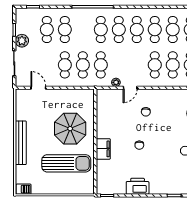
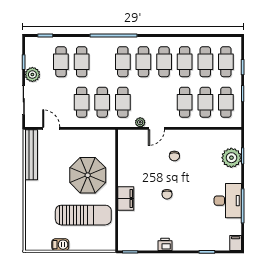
bench: (21, 143) -> (31, 155), moved
printer: (138, 186) -> (165, 244), width x0.53, depth x0.68
barbecue: (23, 189) -> (60, 245), moved

